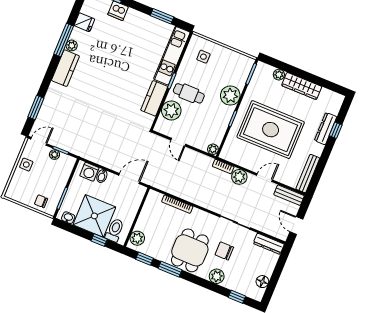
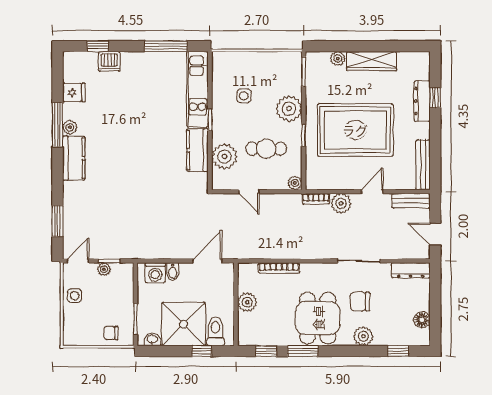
window: (162, 16) -> (166, 46), width x1.44
side table: (203, 57) -> (244, 96), moved
cafe table: (189, 93) -> (266, 149), moved
plant: (137, 238) -> (247, 302), moved

